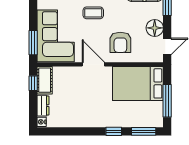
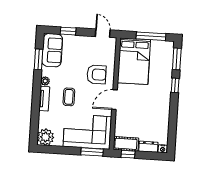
floor lamp: (155, 28) -> (86, 43), removed

